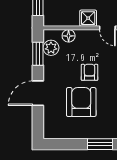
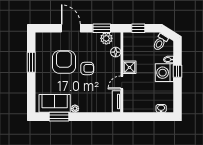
armchair: (81, 102) -> (64, 62), turned -90
window: (100, 144) -> (31, 62), moved

